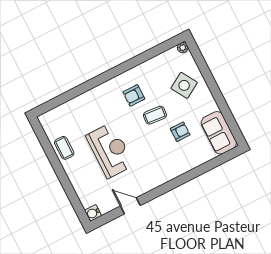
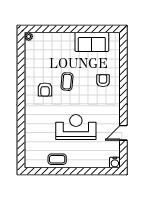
side table: (184, 85) -> (56, 49), removed
armchair: (180, 132) -> (103, 81), moved
sofa: (219, 133) -> (92, 42), moved

